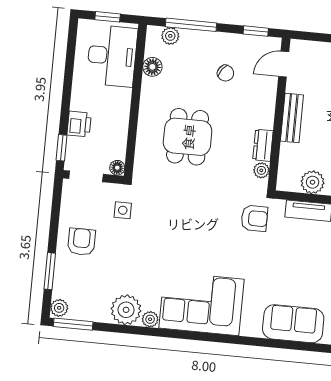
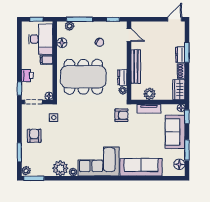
door: (284, 64) -> (129, 35), swing flipped
filing cabinet: (119, 97) -> (47, 60), added
bench: (292, 118) -> (136, 67), width x1.36
dining table: (188, 137) -> (83, 77), width x1.88, depth x1.24
sofa: (293, 324) -> (141, 167), width x1.36

